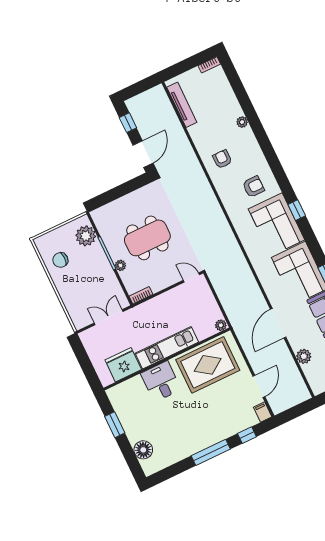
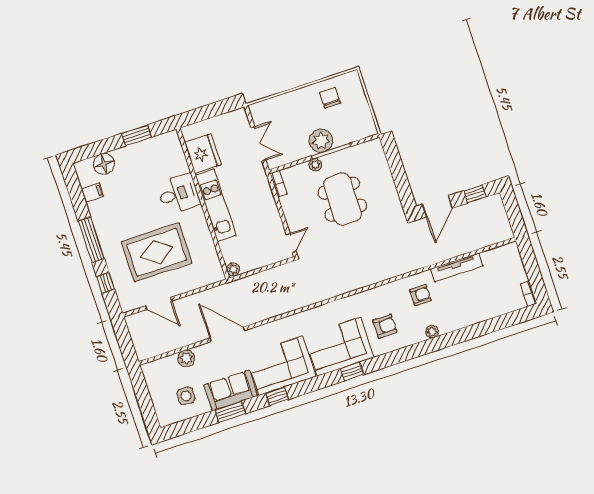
tv unit: (182, 105) -> (457, 267), moved
plant: (242, 122) -> (432, 332), moved
door: (143, 154) -> (437, 206), hinge flipped
armchair: (253, 187) -> (385, 326), turned -90
plant: (86, 236) -> (321, 141), moved
rug: (208, 365) -> (157, 252), moved, turned 90
filing cabinet: (263, 412) -> (92, 193), moved

